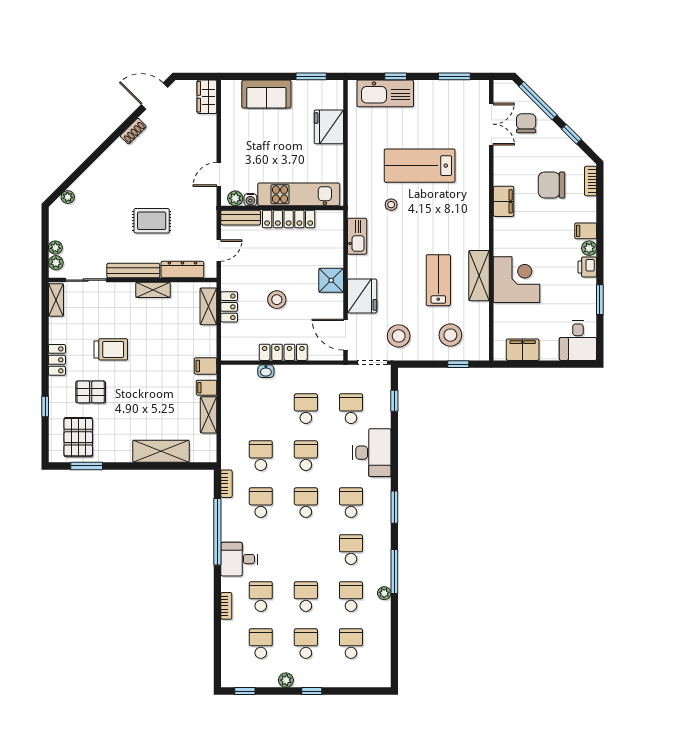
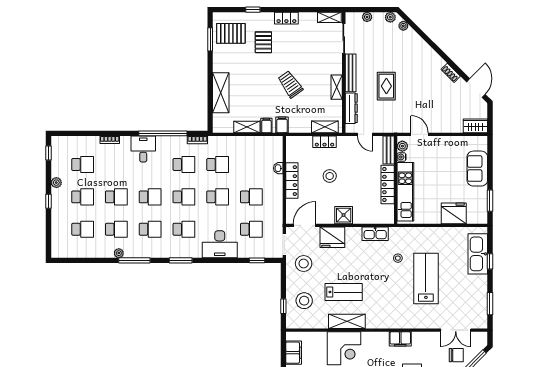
plant: (56, 263) -> (390, 17), moved
trolley: (111, 349) -> (290, 84), moved, turned 145
school desk: (261, 597) -> (150, 197), moved

